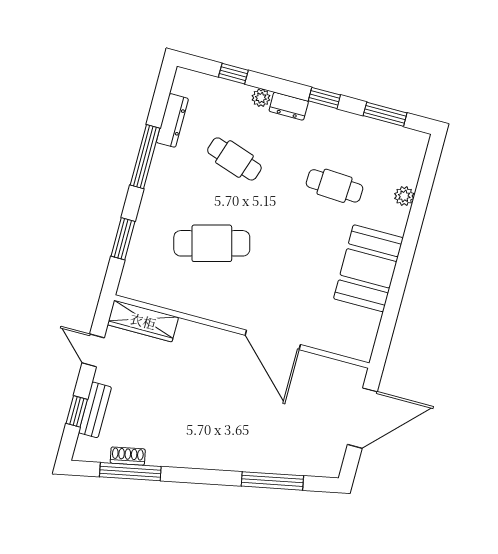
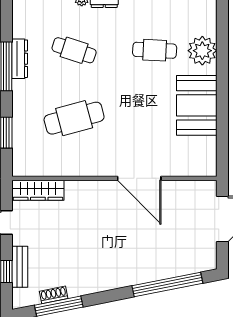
dresser: (172, 120) -> (20, 59), moved
plant: (404, 196) -> (202, 51), width x1.87, depth x1.87
window: (272, 481) -> (167, 284), width x1.46

